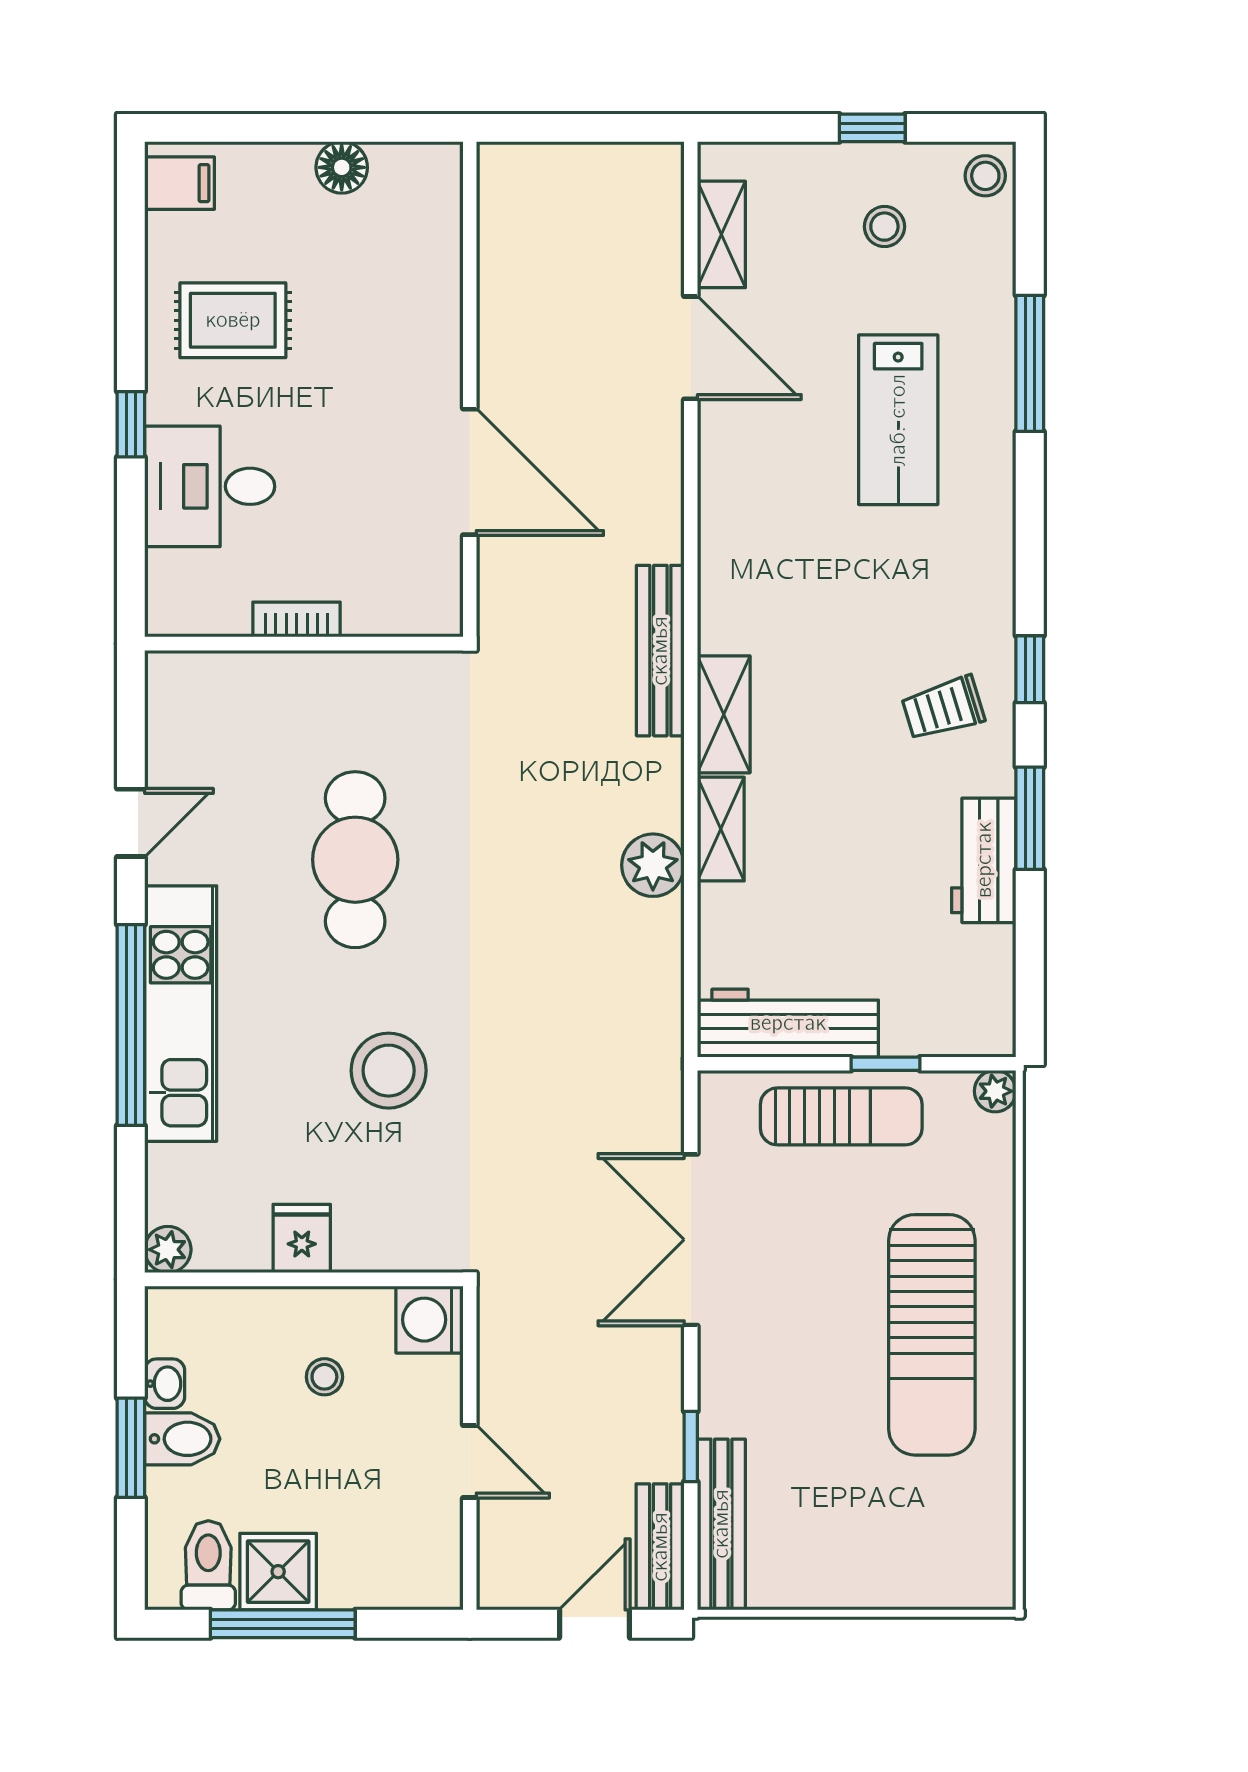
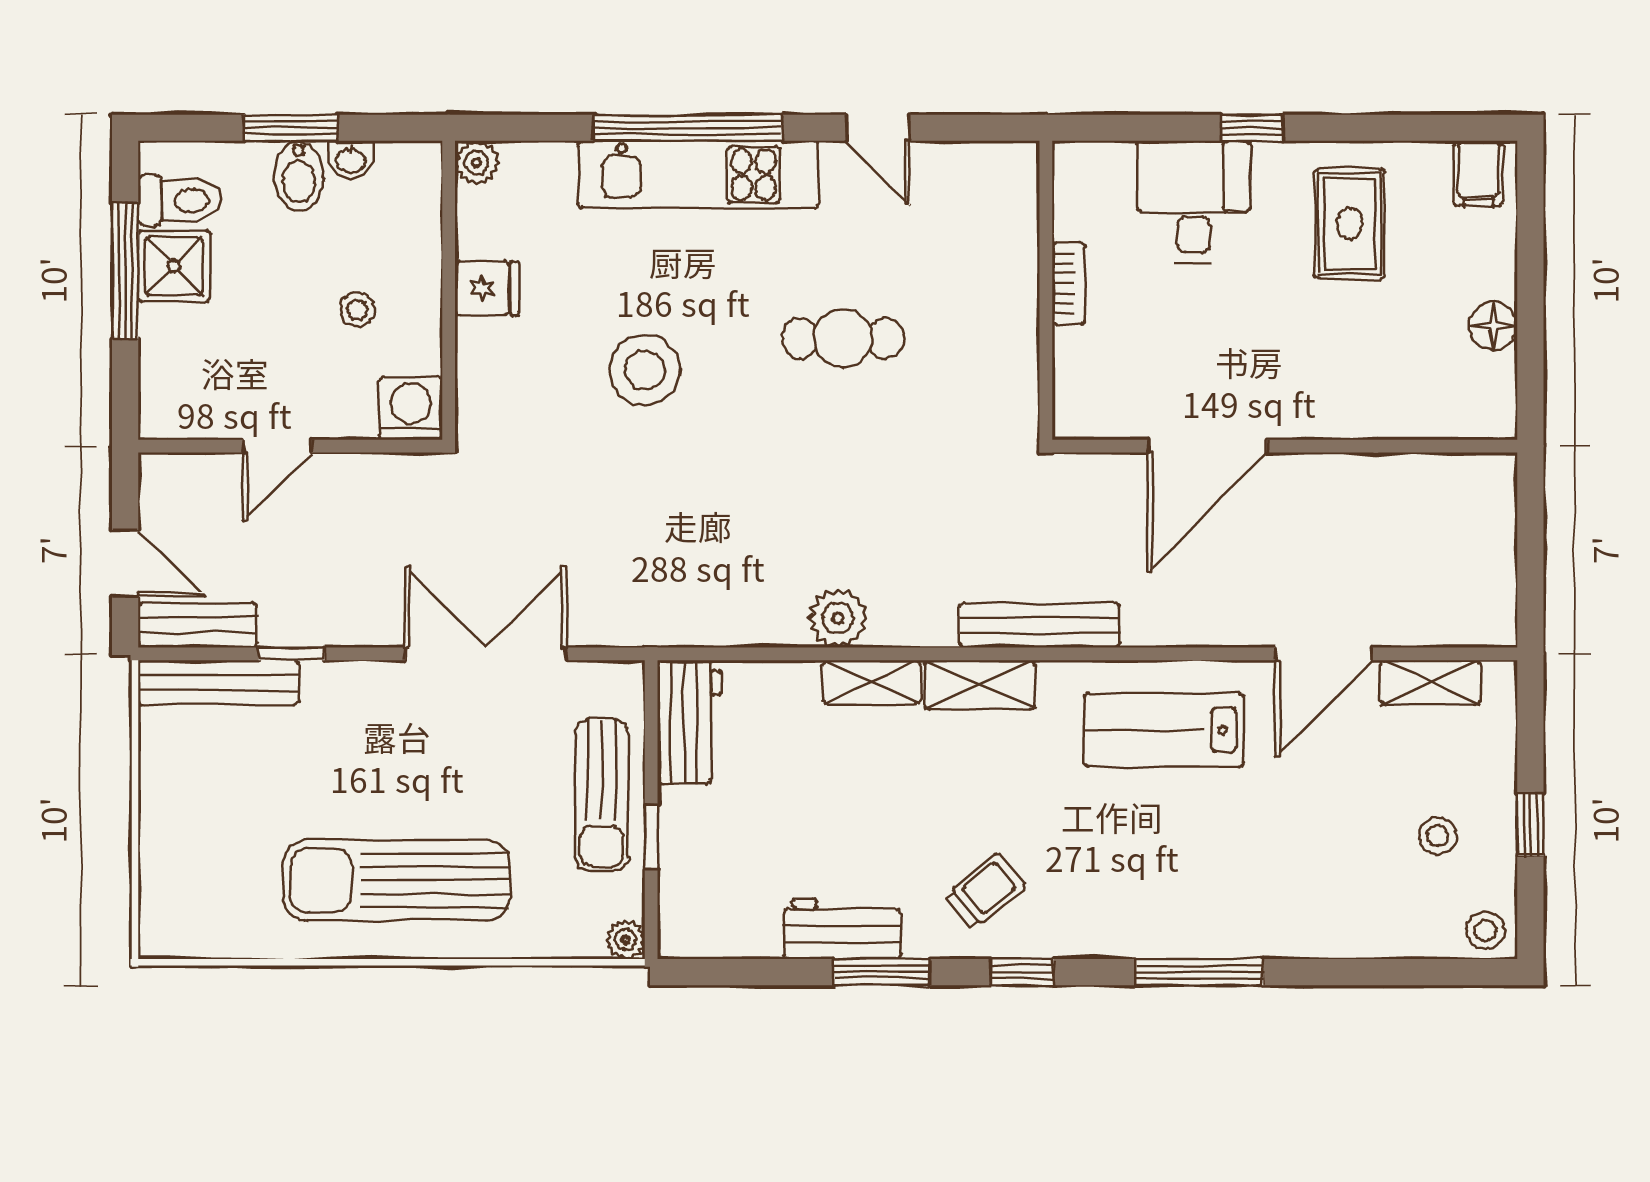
window: (1030, 363) -> (1199, 972), moved
lab bench: (898, 420) -> (1164, 730), moved
trolley: (943, 708) -> (985, 891), turned 68
cafe table: (355, 860) -> (843, 338), width x0.73, depth x0.74
workbench: (788, 1023) -> (689, 722), width x0.73

